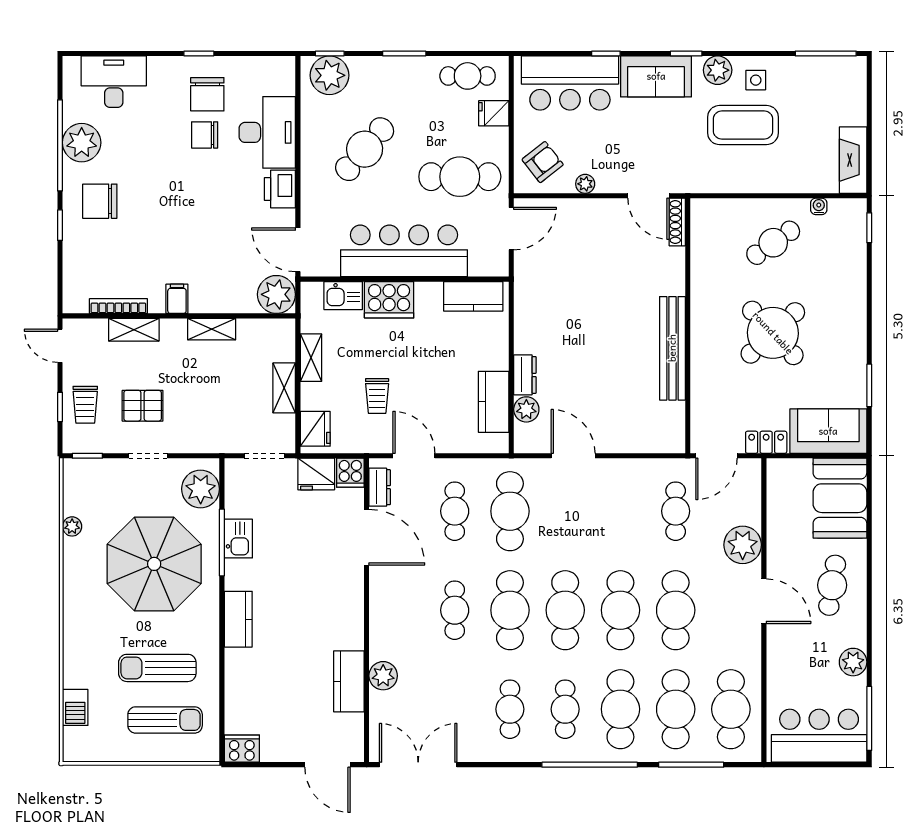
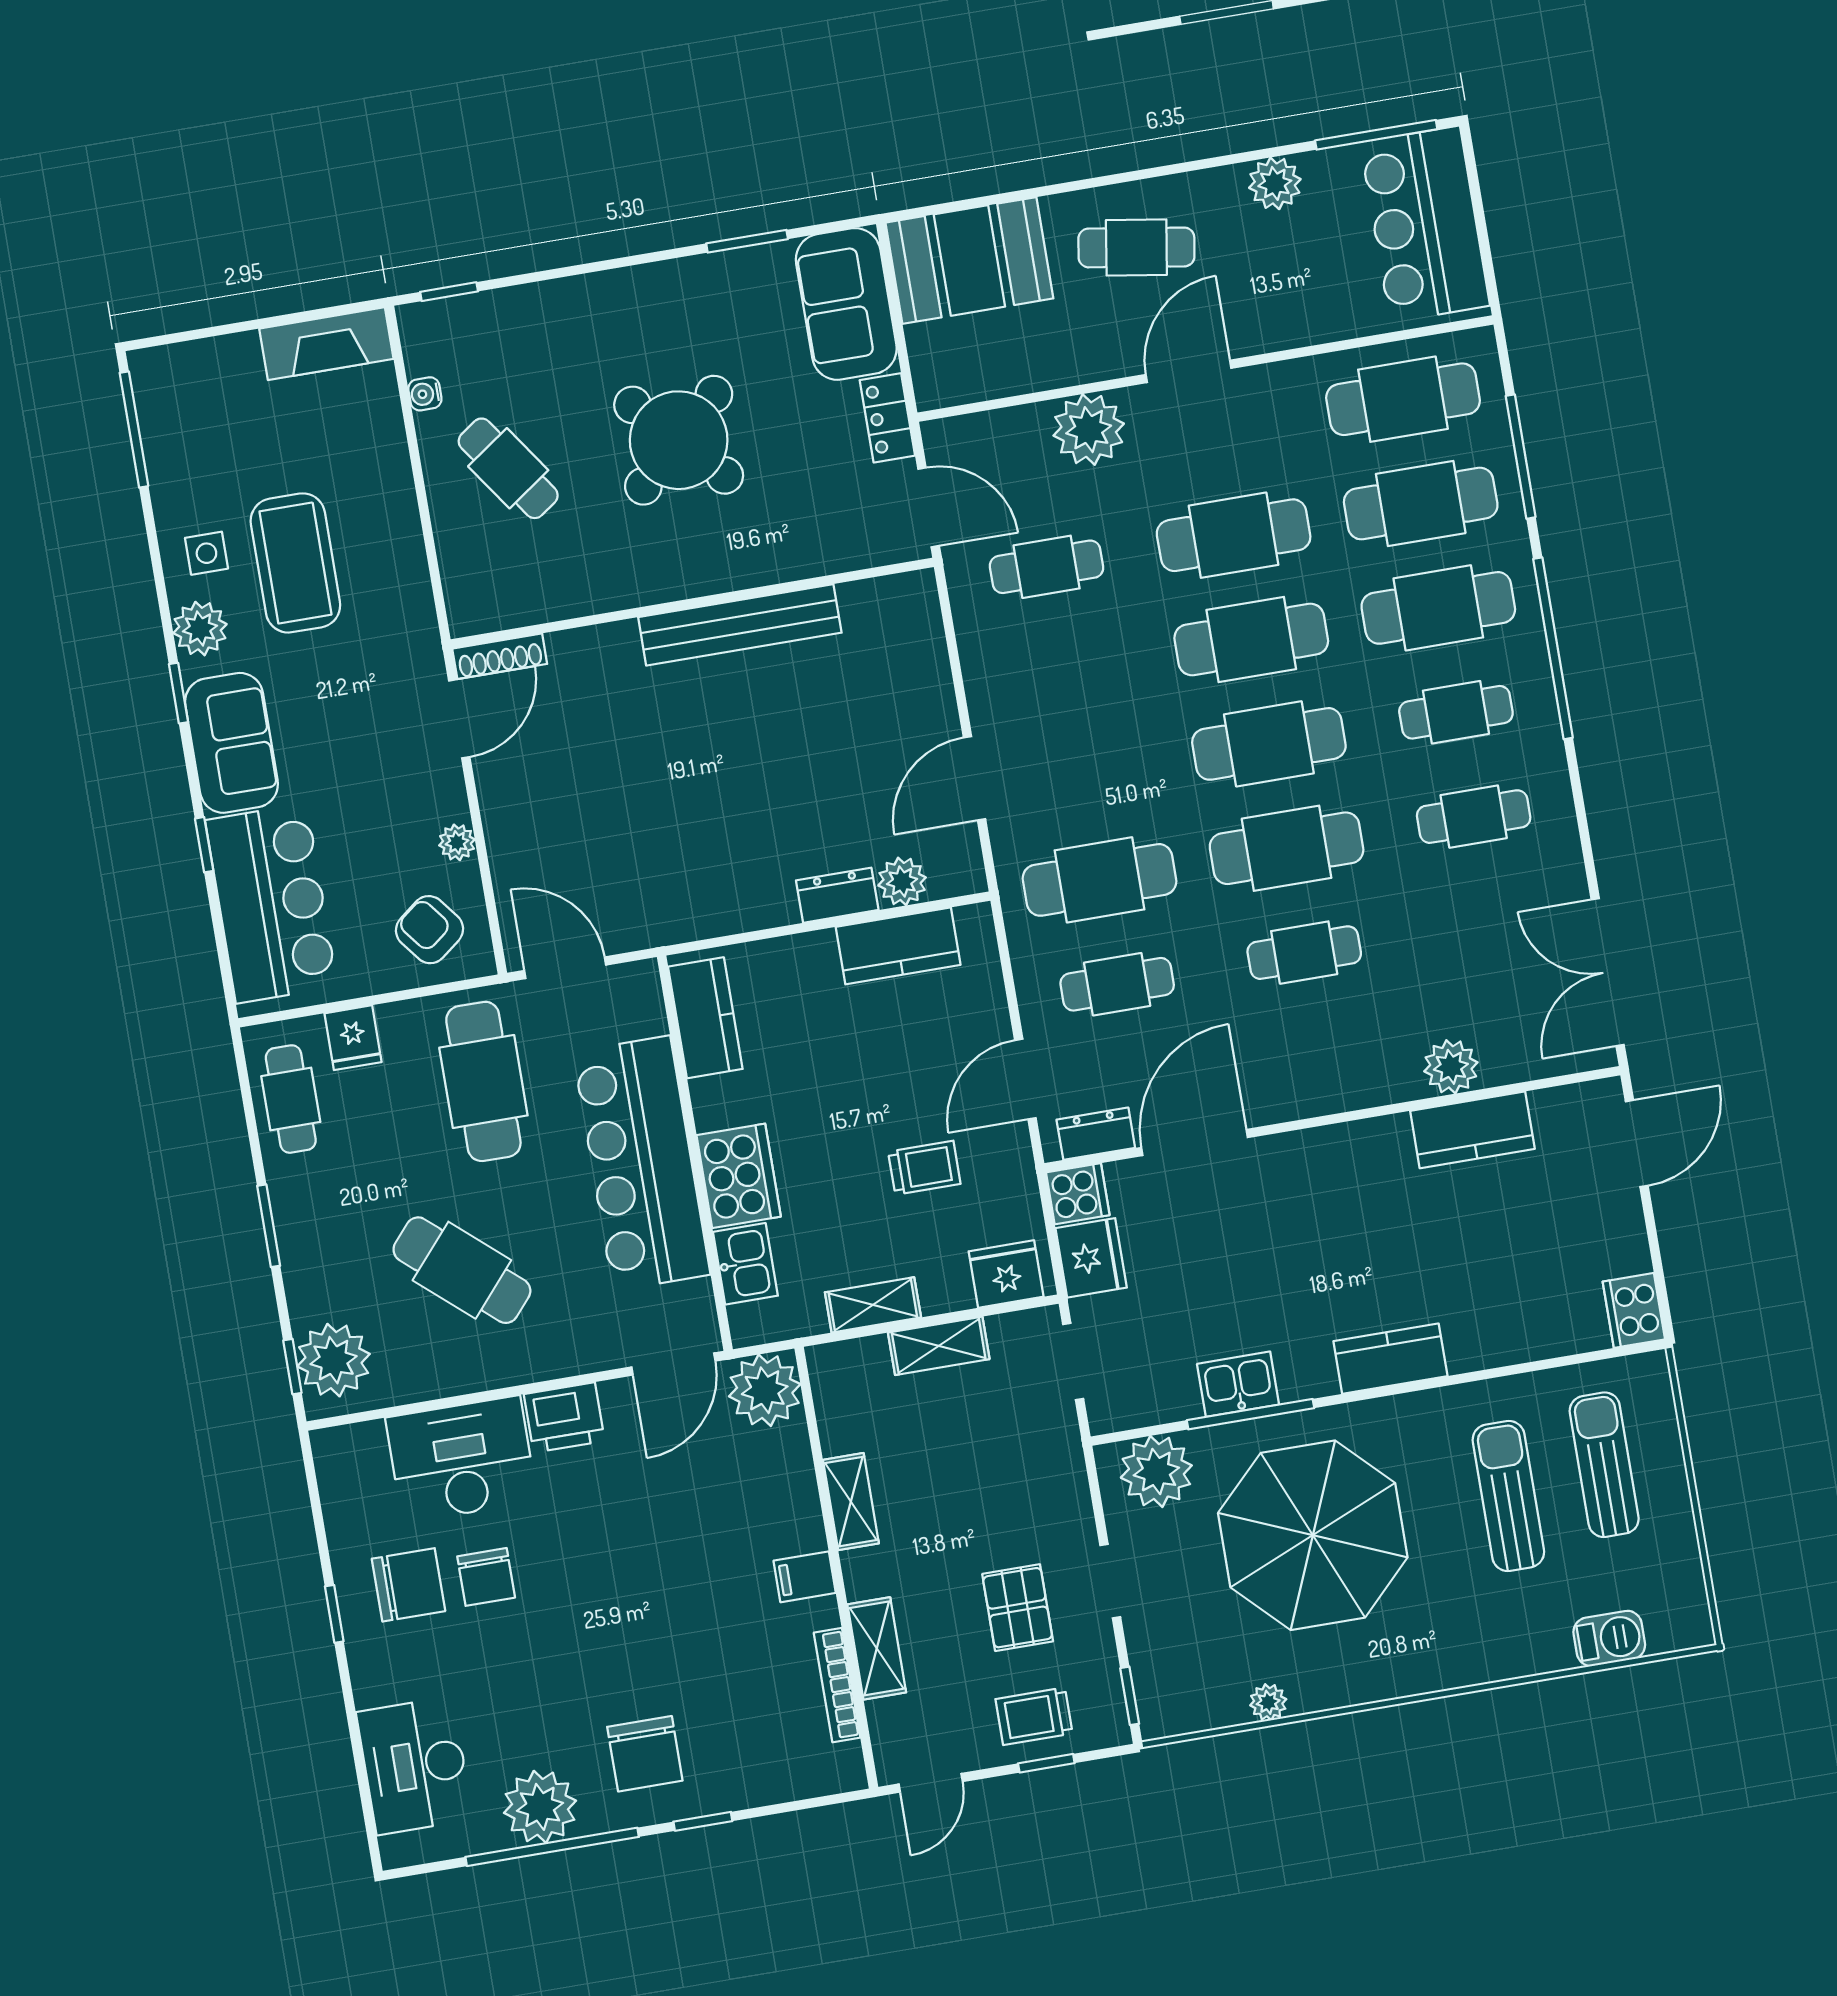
trolley: (85, 405) -> (1034, 1716), turned 180
sun lounger: (157, 668) -> (1508, 1496), turned 180

